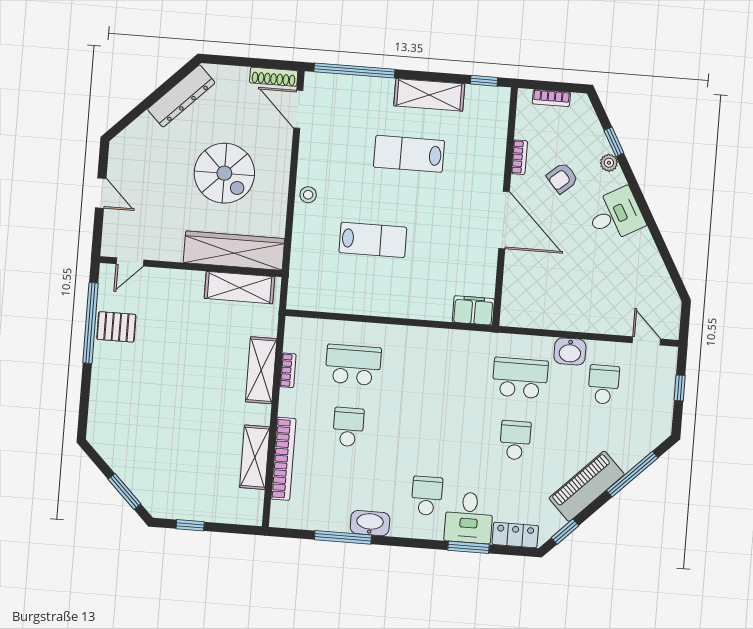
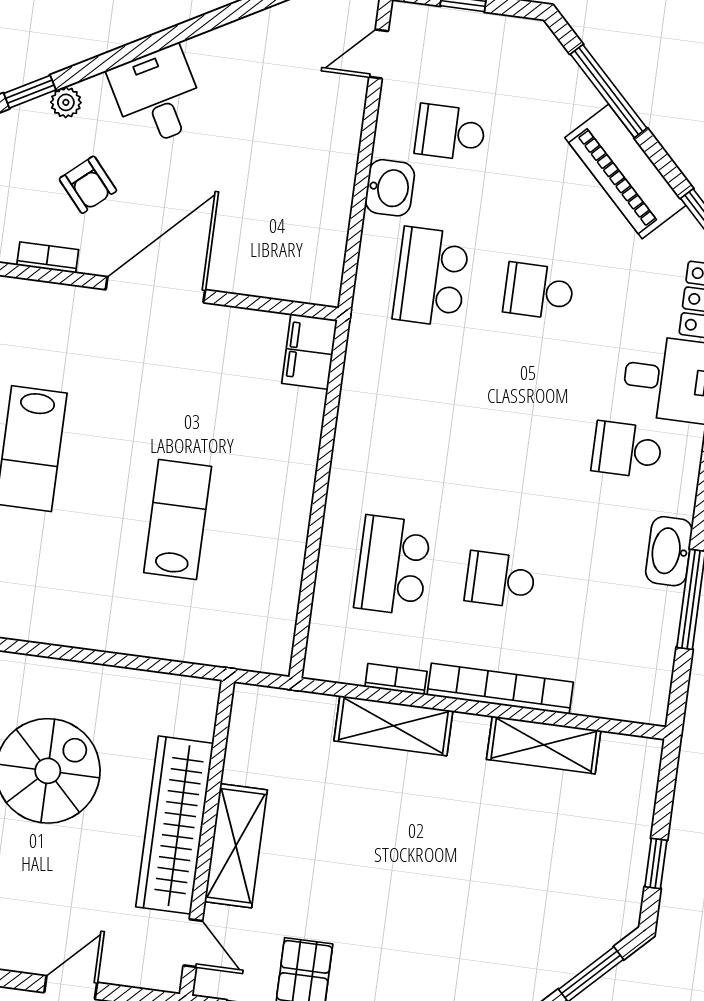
stool: (308, 195) -> (93, 628), removed
wardrobe: (234, 251) -> (175, 825), moved
shelving: (239, 288) -> (236, 846), moved
bookcase: (283, 459) -> (500, 689), moved

